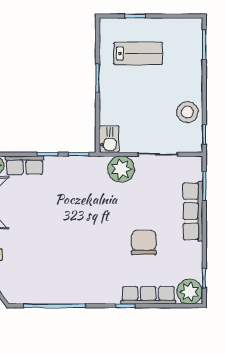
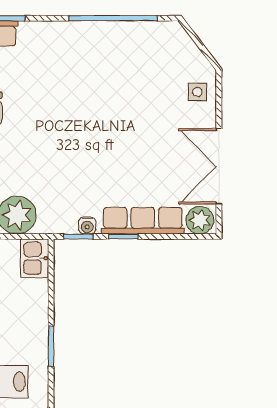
water cooler: (72, 162) -> (87, 226), added
row of seats: (25, 165) -> (143, 221), width x1.48

